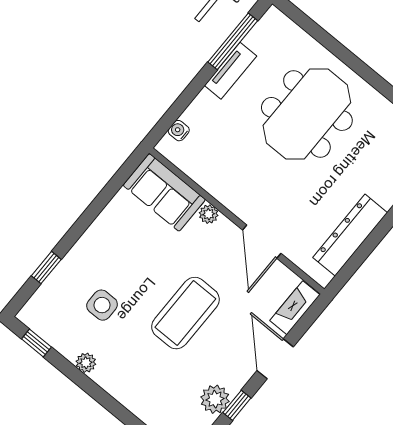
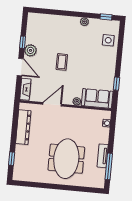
door: (262, 242) -> (52, 104), hinge flipped
window: (46, 268) -> (117, 84), moved
side table: (102, 305) -> (108, 40), moved
coffee table: (185, 313) -> (62, 62), width x0.54, depth x0.58
plant: (215, 399) -> (30, 50), moved

